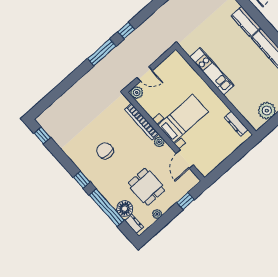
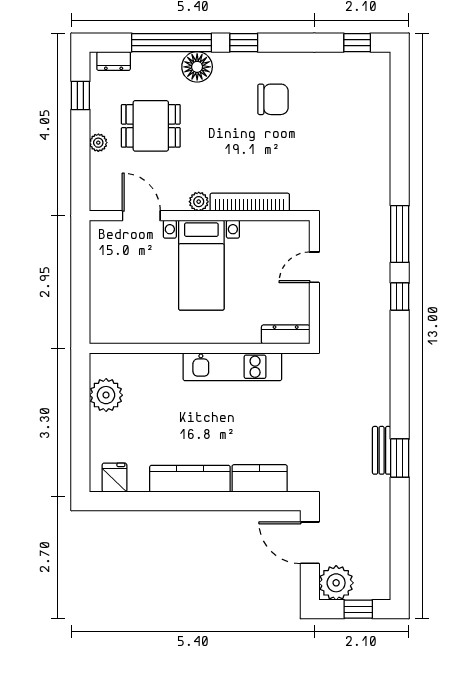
plant: (137, 93) -> (298, 232), removed
dresser: (236, 124) -> (286, 334), moved
chair: (105, 151) -> (273, 99), moved
window: (186, 201) -> (80, 95), moved
floor lamp: (125, 209) -> (197, 67), moved
plant: (157, 214) -> (98, 143), moved

